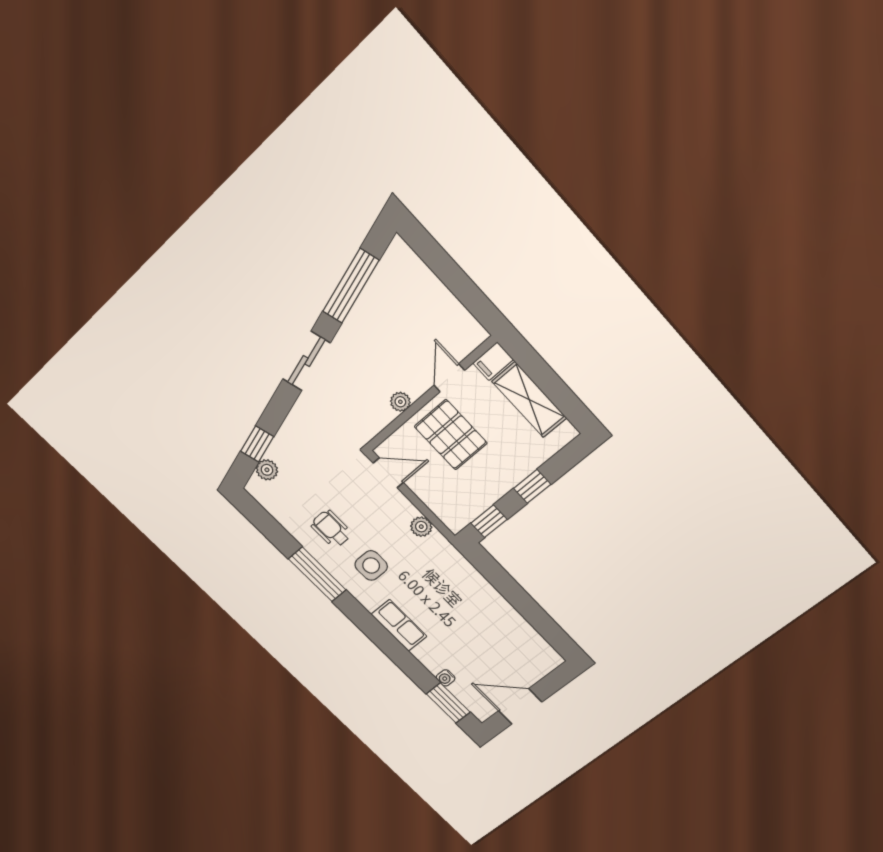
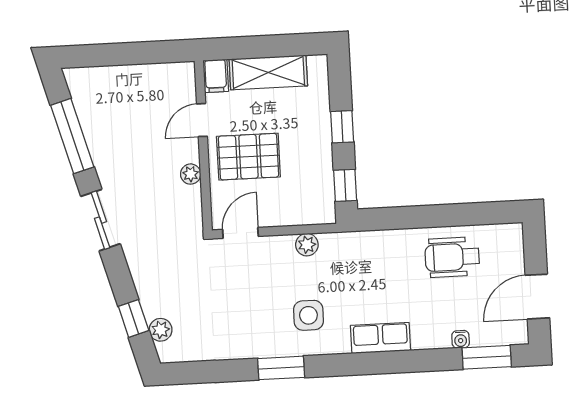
door: (449, 378) -> (202, 120), hinge flipped
wheelchair: (331, 529) -> (452, 257), moved, width x1.36, depth x1.37
window: (317, 574) -> (281, 368), width x0.69

